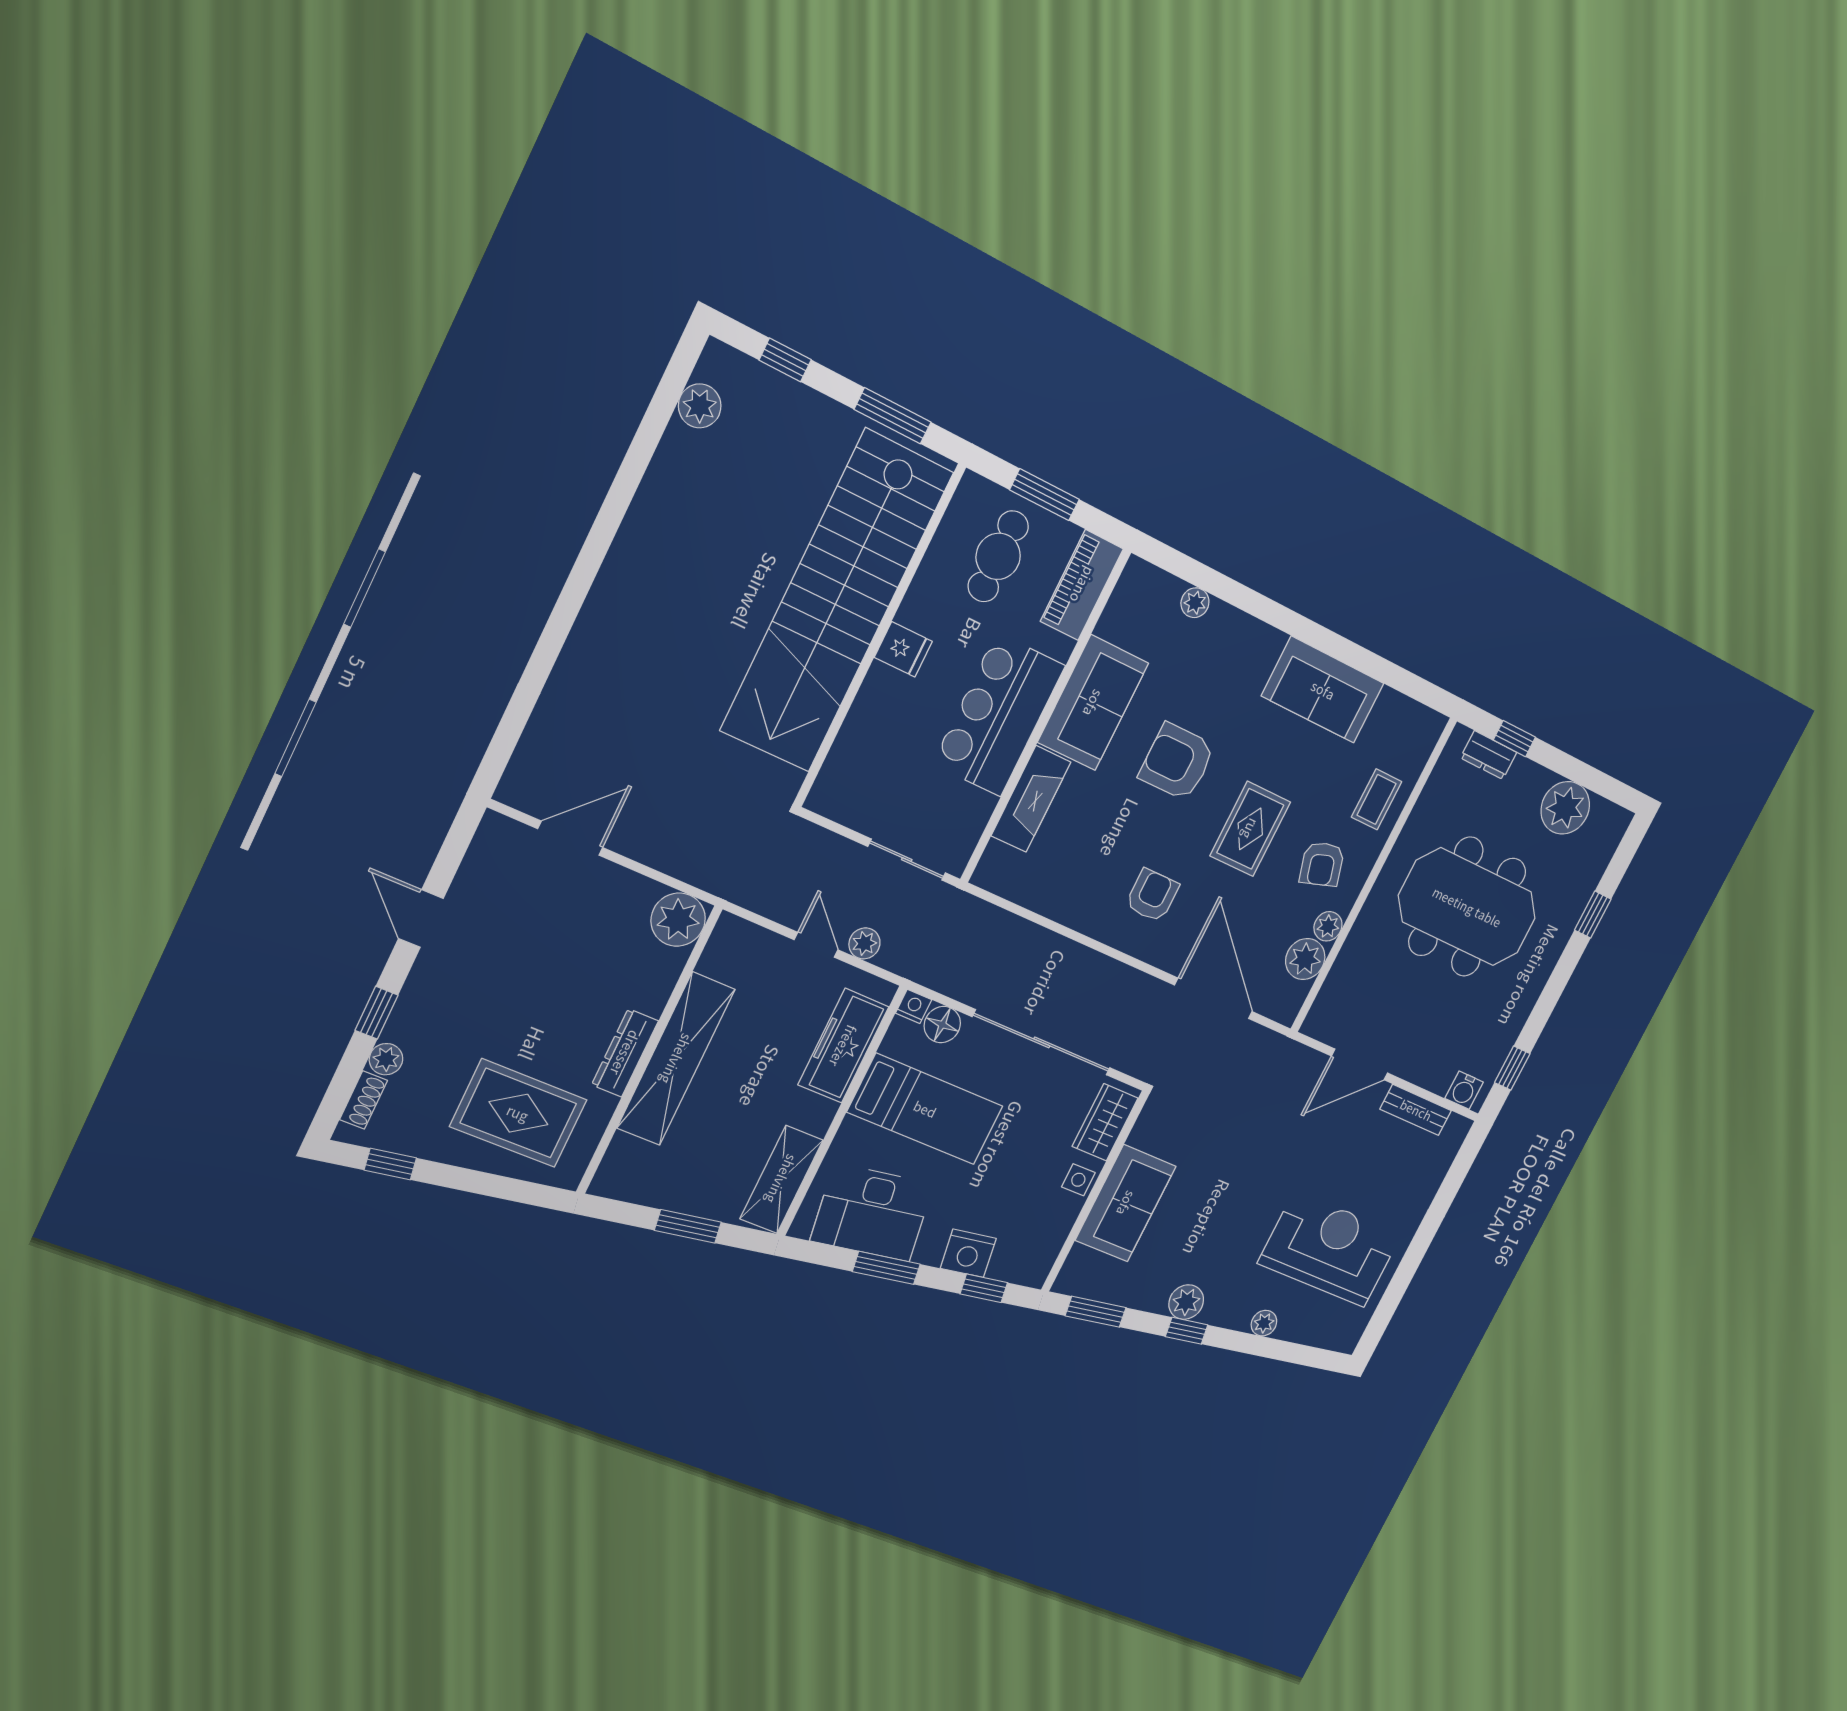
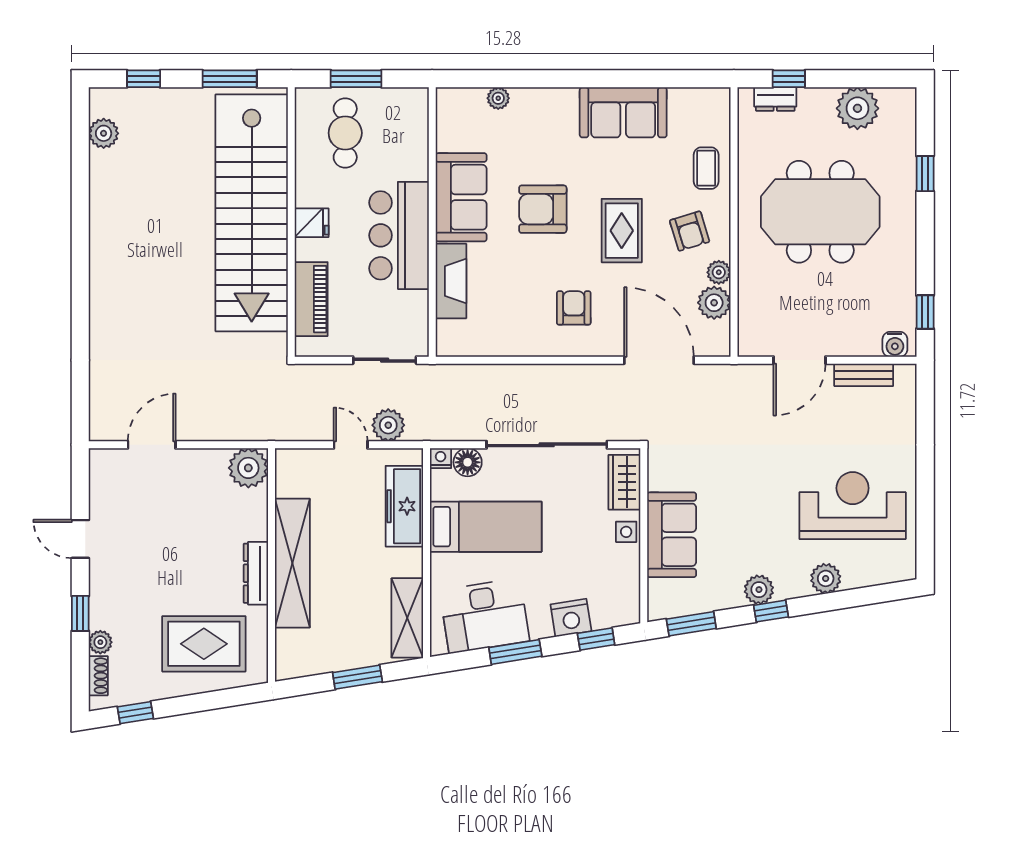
piano: (1082, 585) -> (311, 299), moved, turned 180
plant: (864, 943) -> (388, 425), width x1.38, depth x1.38
plant: (1264, 1323) -> (826, 578), width x1.38, depth x1.38

